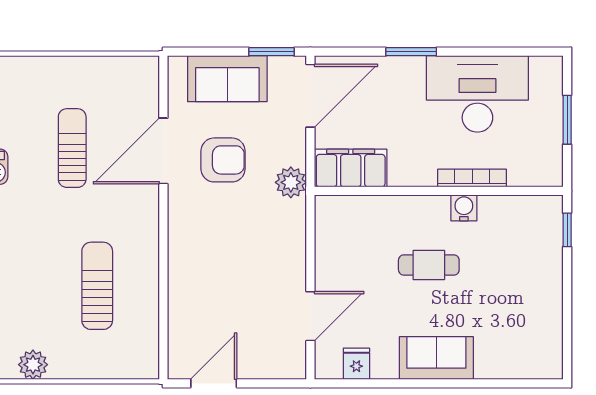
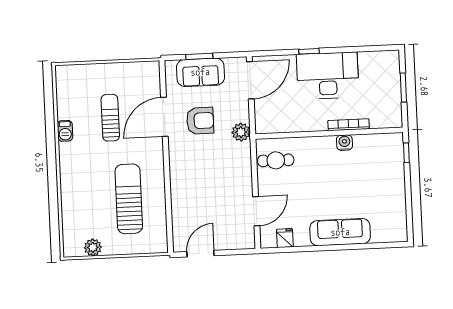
window: (271, 52) -> (199, 56), moved
window: (411, 52) -> (309, 51), width x0.67
desk: (477, 94) -> (328, 76), moved
filing cabinet: (351, 168) -> (276, 122), removed
cafe table: (429, 265) -> (276, 160), moved
sun lounger: (97, 286) -> (129, 199), width x1.36, depth x1.34
sofa: (436, 358) -> (340, 232), width x1.36

